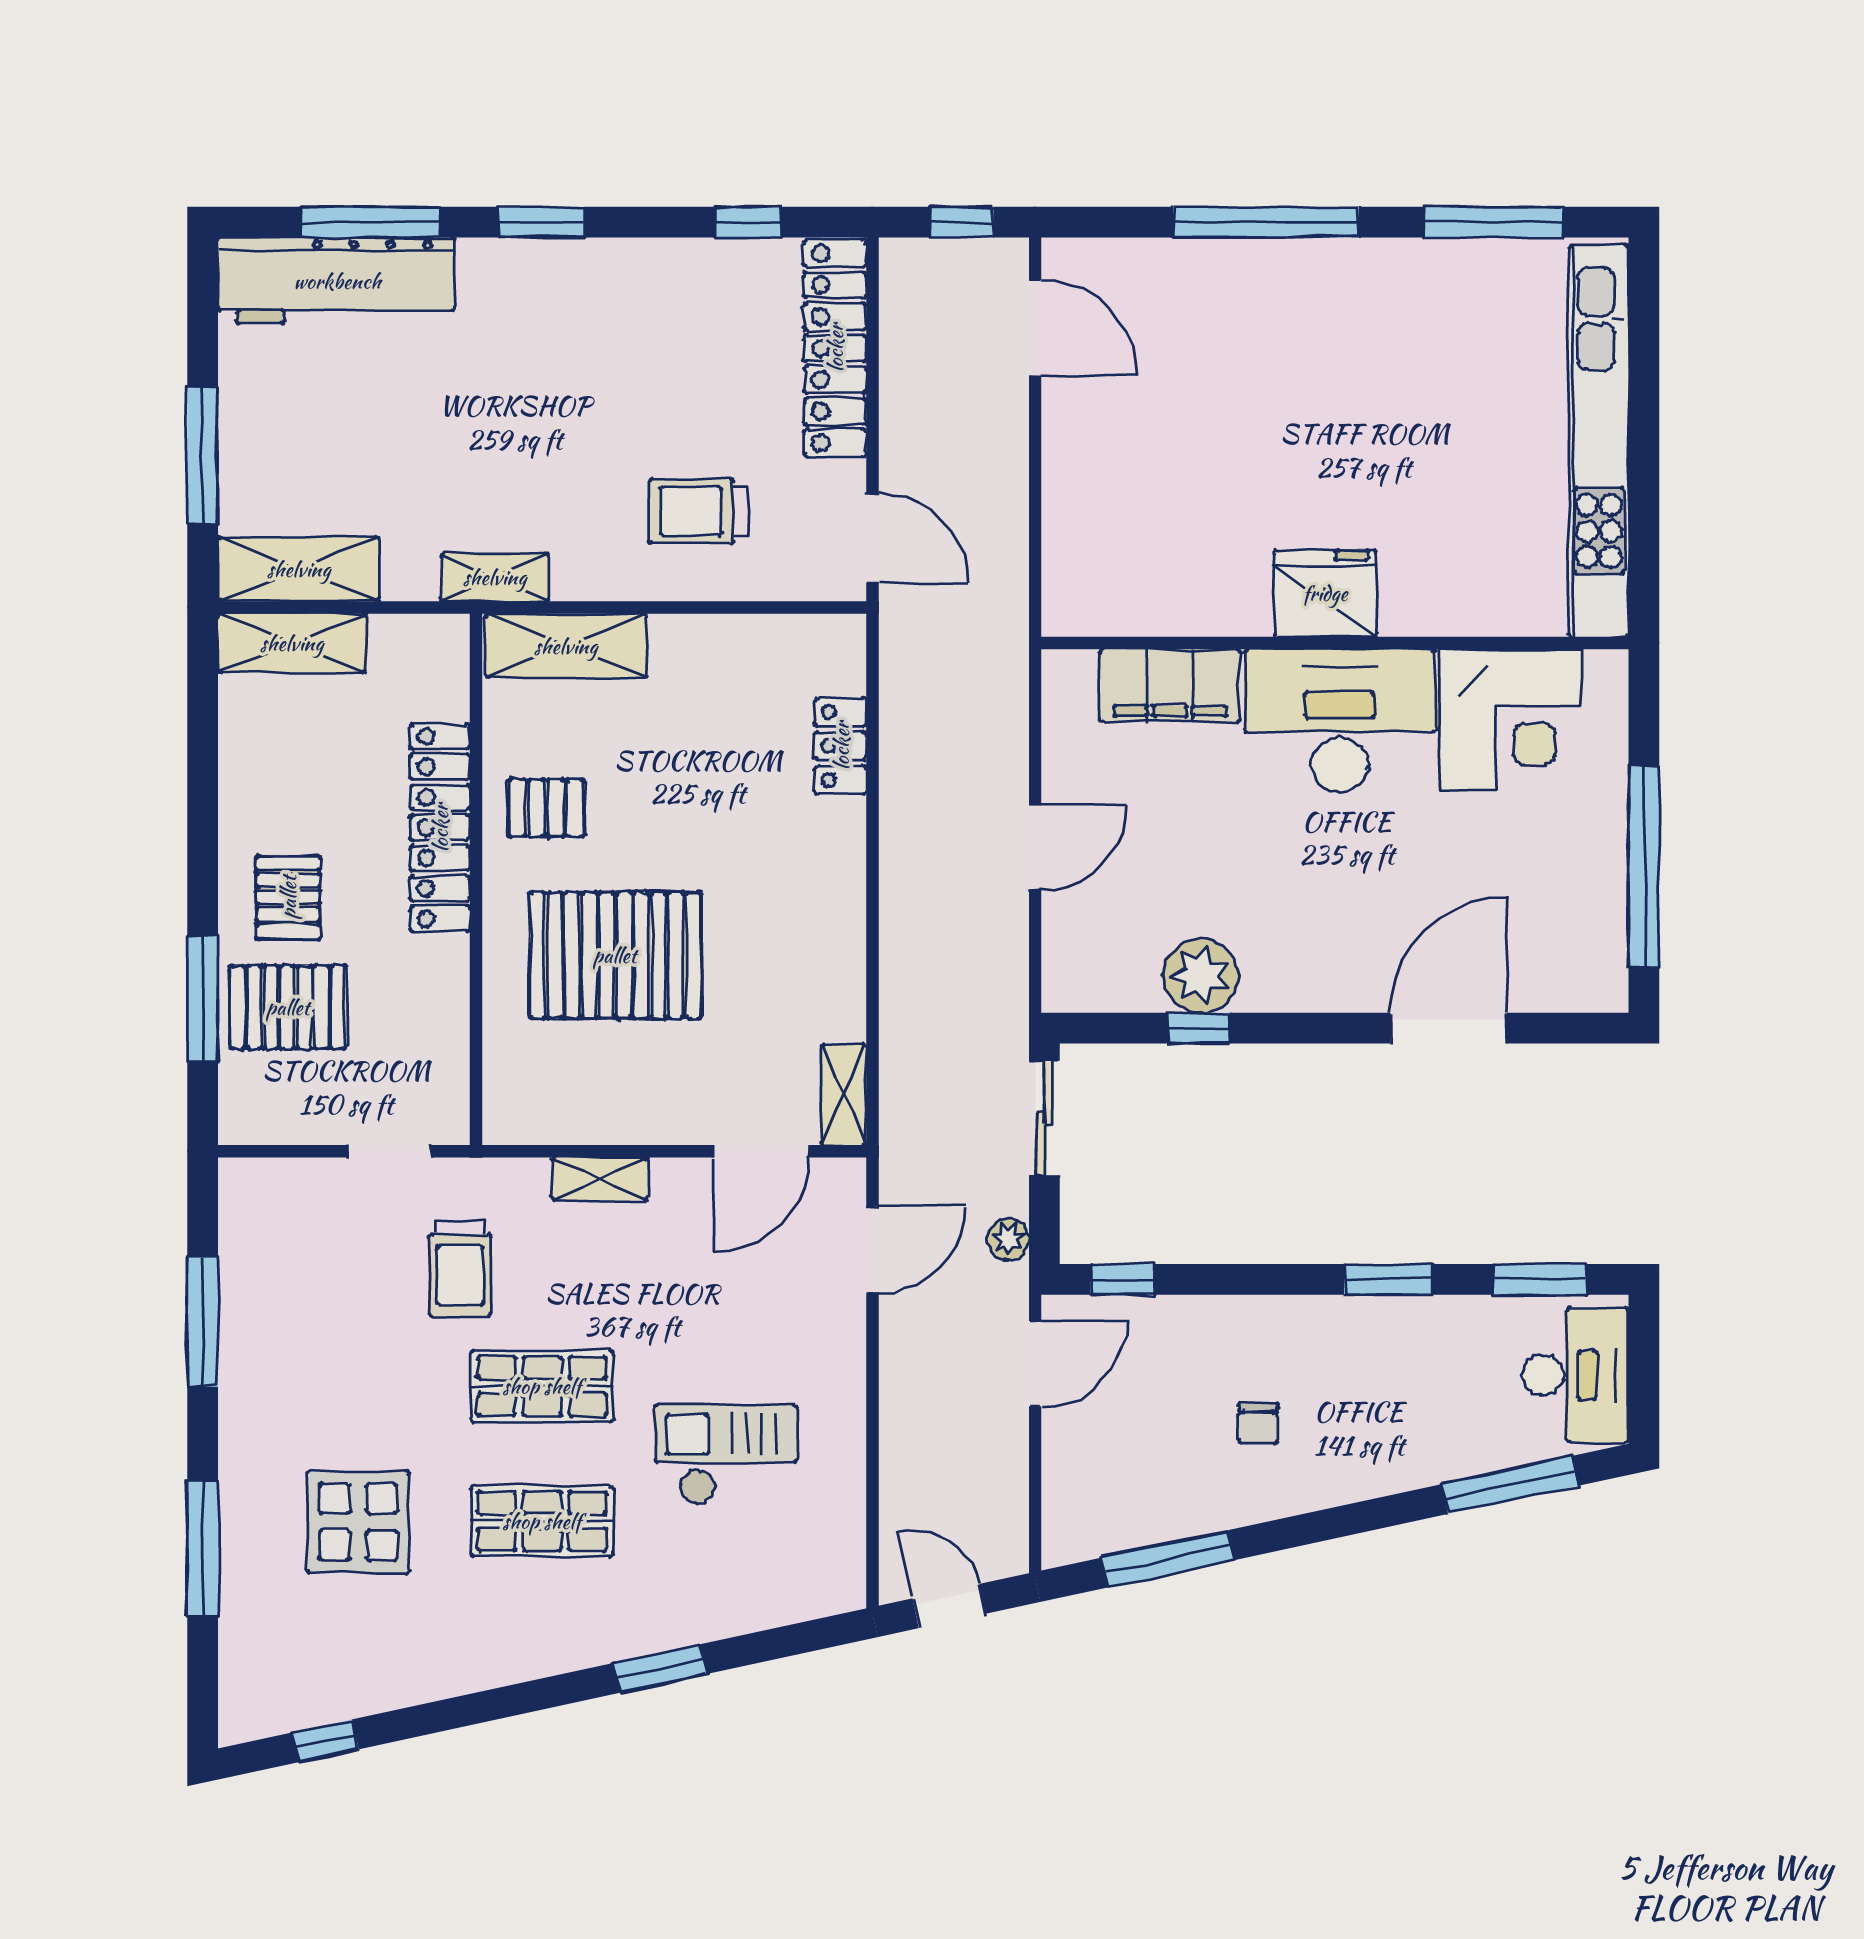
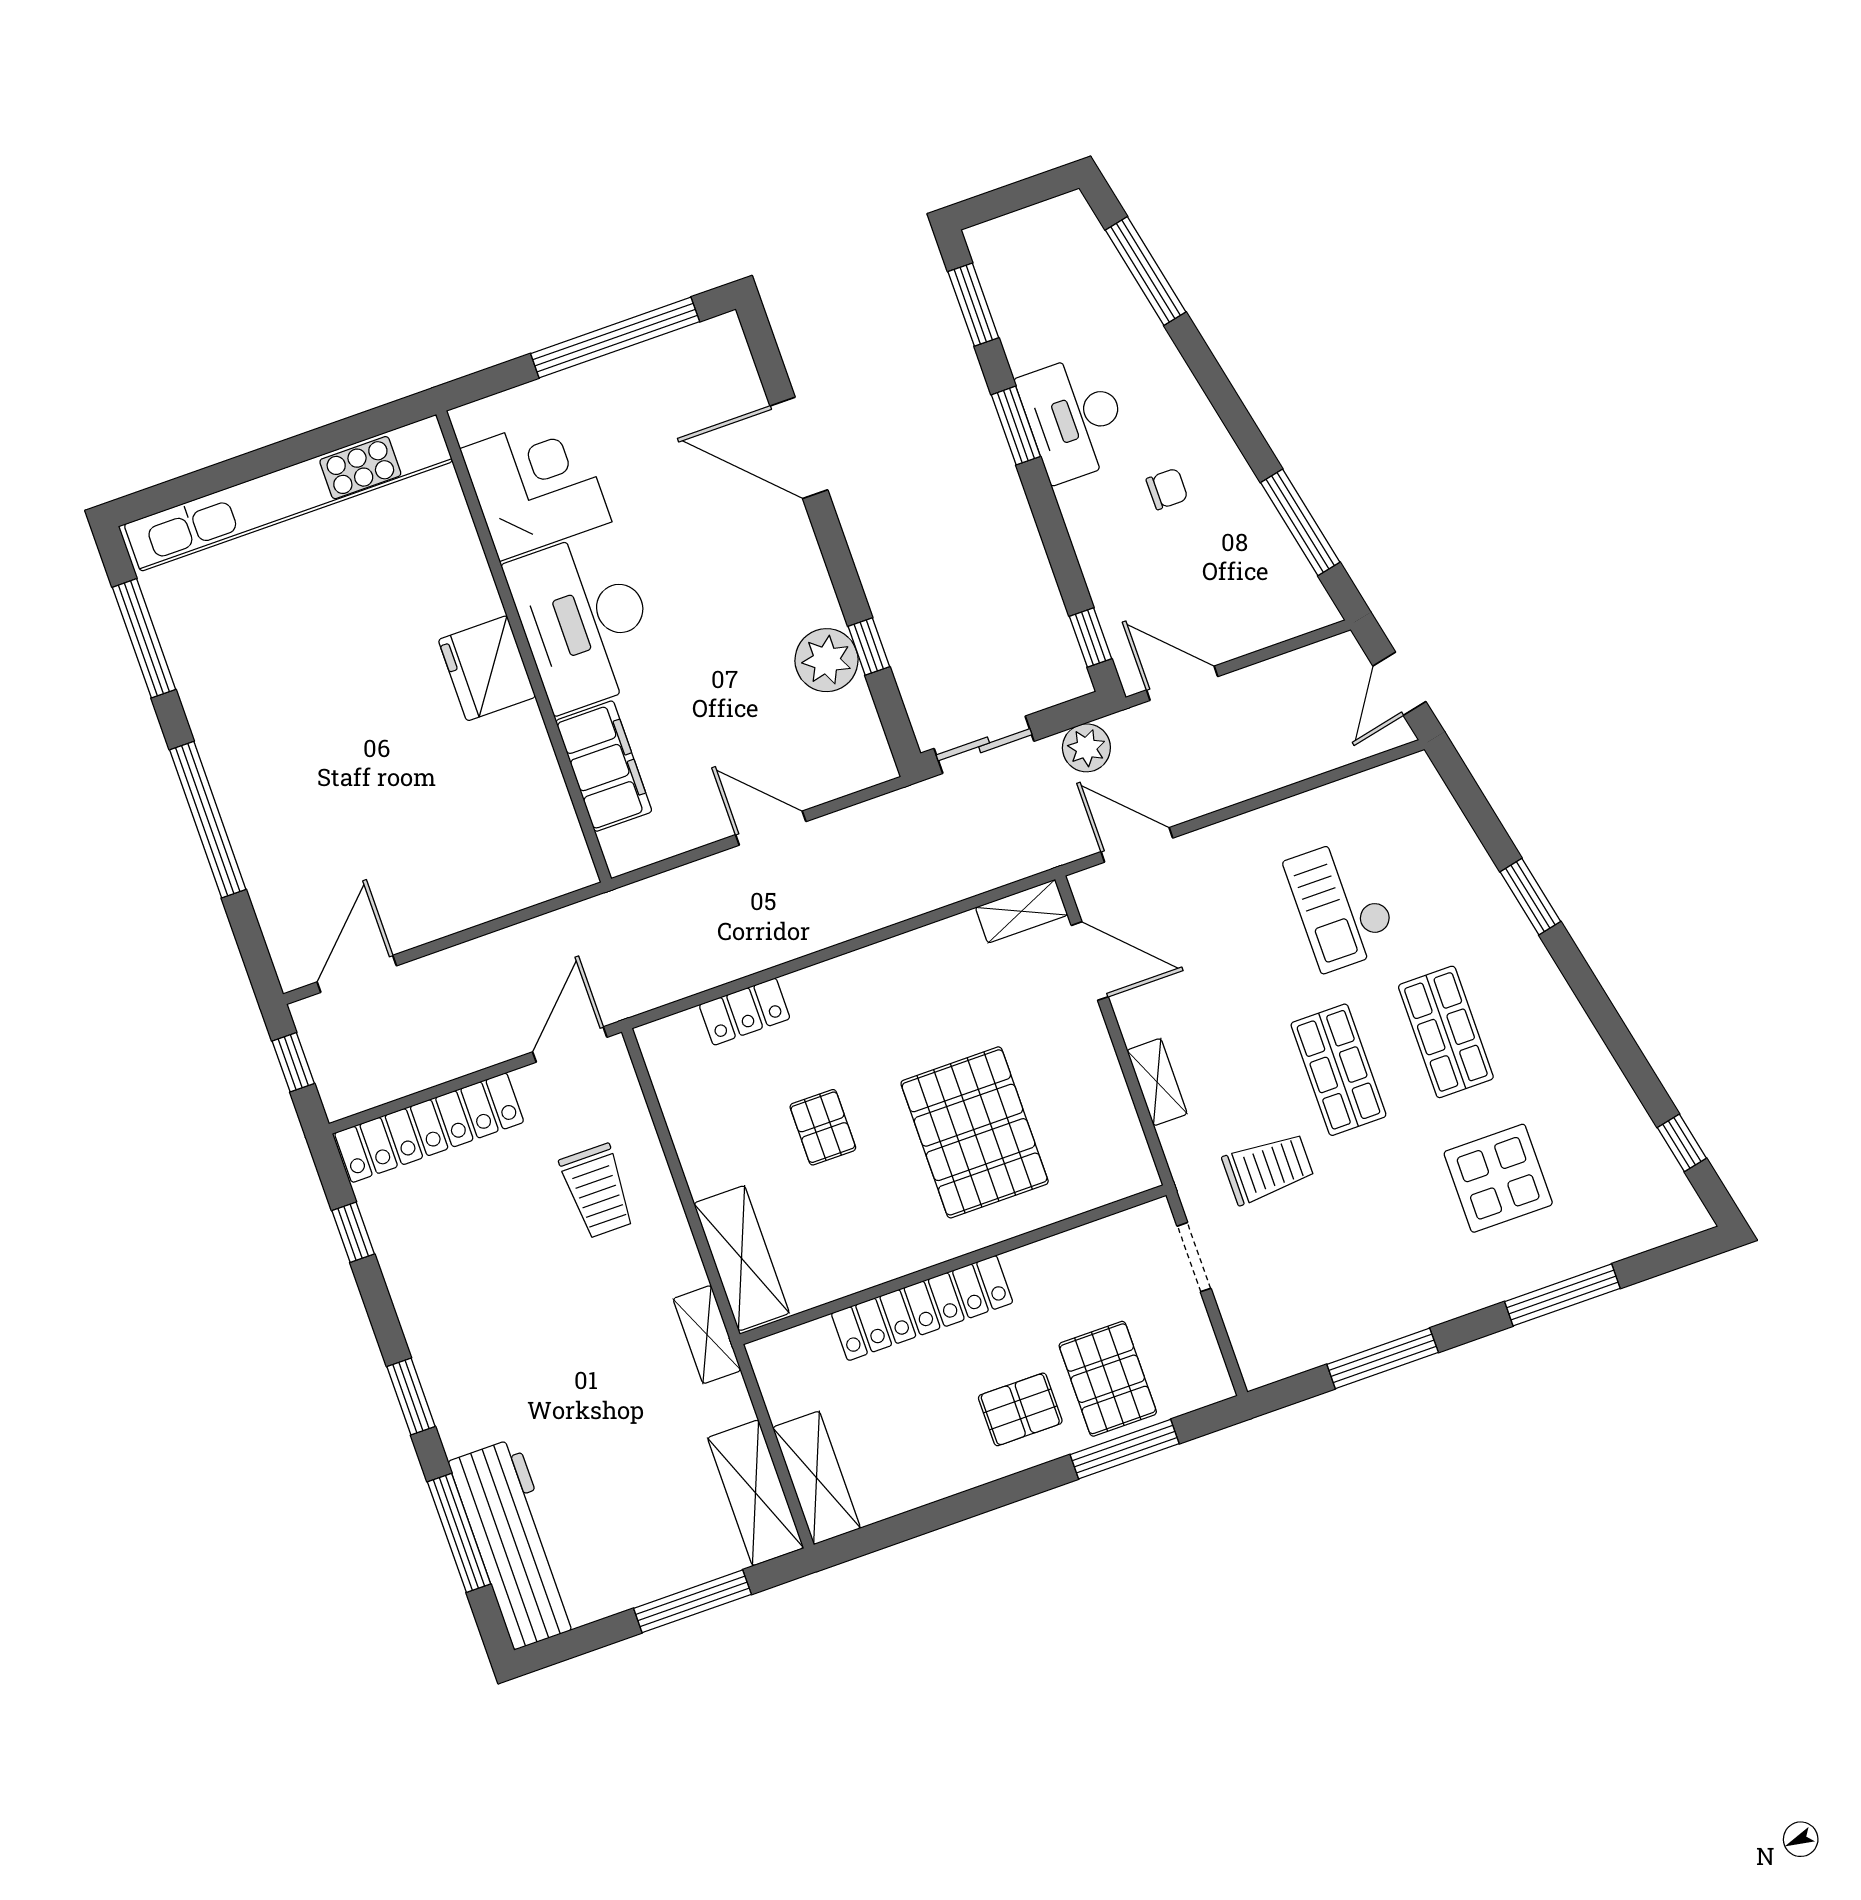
pallet: (546, 808) -> (823, 1127), moved
plant: (1008, 1239) -> (1086, 748), width x1.38, depth x1.38
desk: (1576, 1375) -> (1074, 418), moved, turned -90

